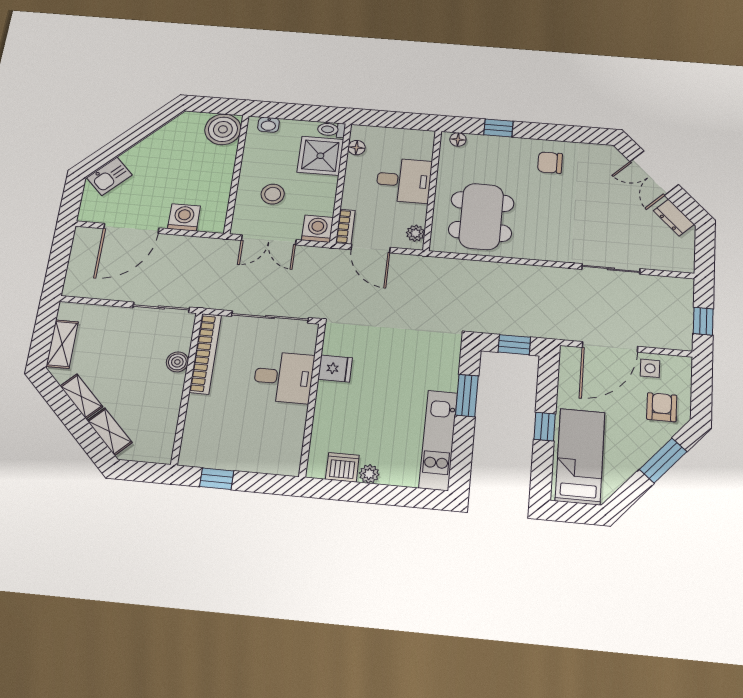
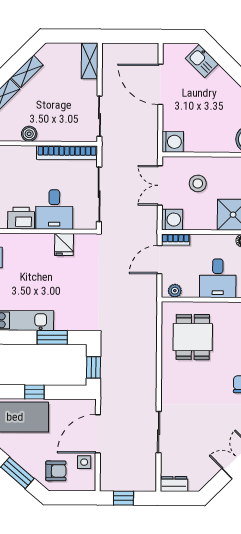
dining table: (481, 216) -> (193, 337), width x0.73
washing machine: (184, 217) -> (173, 142), moved
dresser: (674, 218) -> (174, 484), moved, turned 45
shelving: (62, 344) -> (90, 61), moved, turned 90
door: (610, 347) -> (98, 434), hinge flipped
boiler: (177, 362) -> (29, 134), moved
printer: (290, 423) -> (21, 218), added

